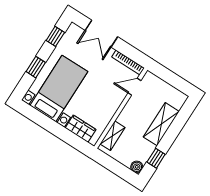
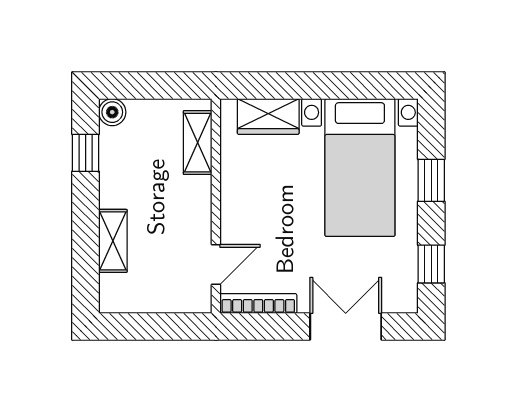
shelving: (161, 124) -> (113, 241), width x0.67, depth x0.75

